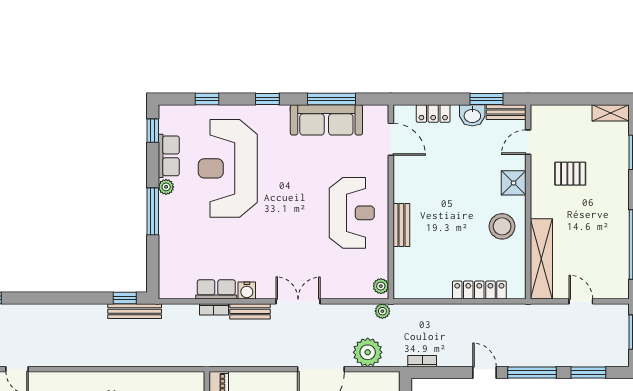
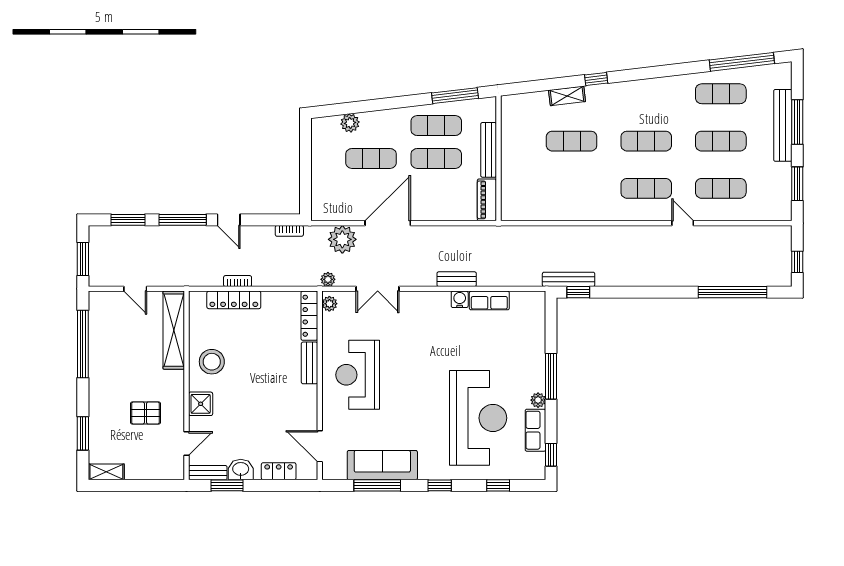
locker: (402, 274) -> (309, 316), added
double door: (298, 301) -> (378, 289), moved
bookcase: (214, 309) -> (238, 281), moved

